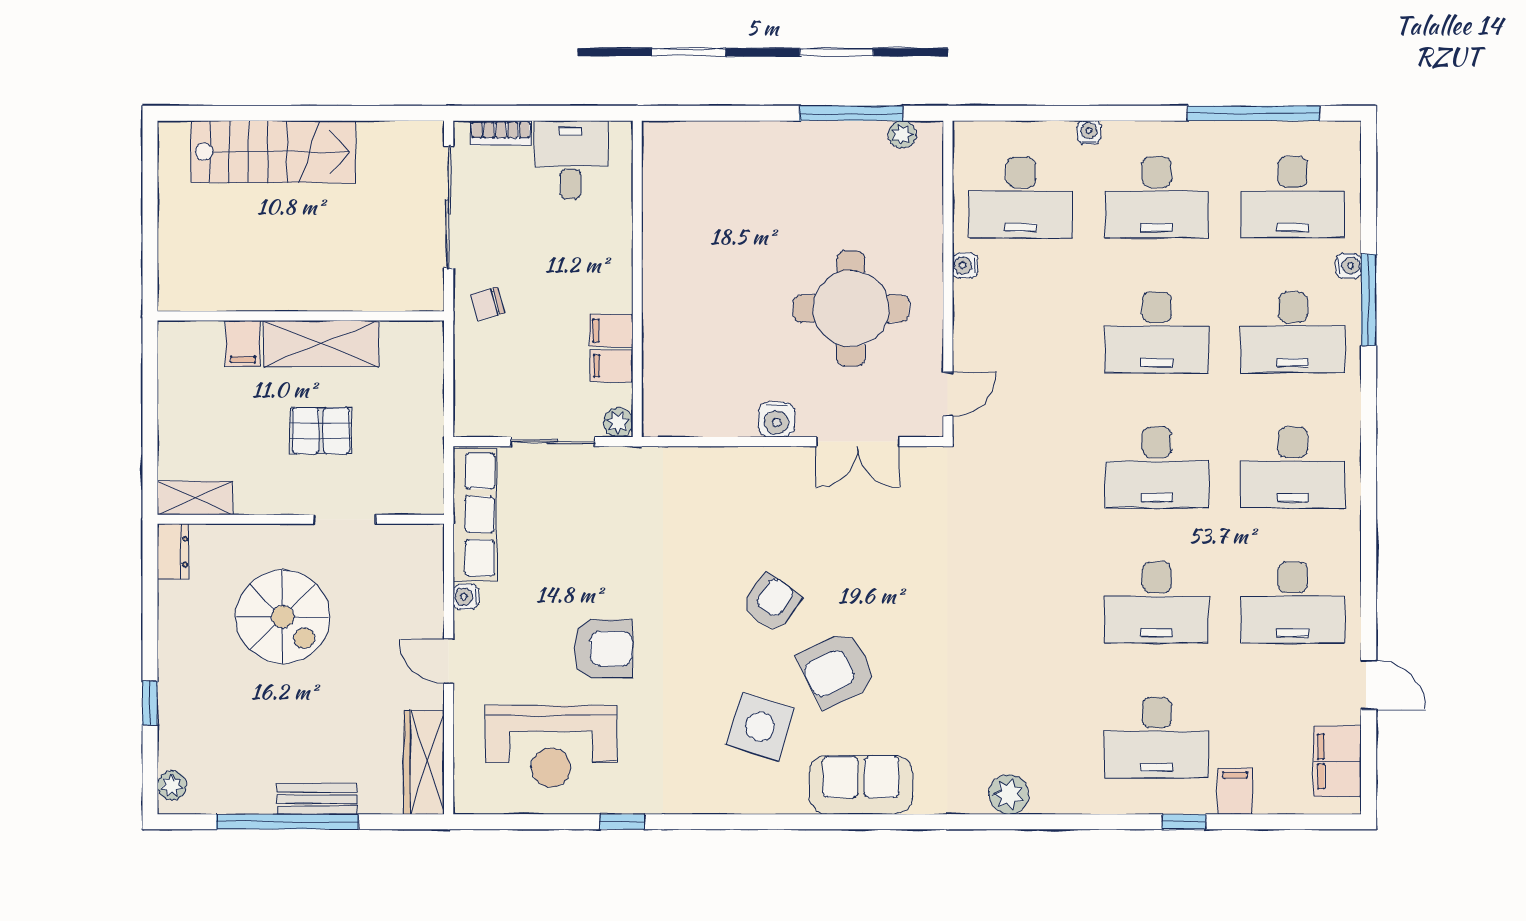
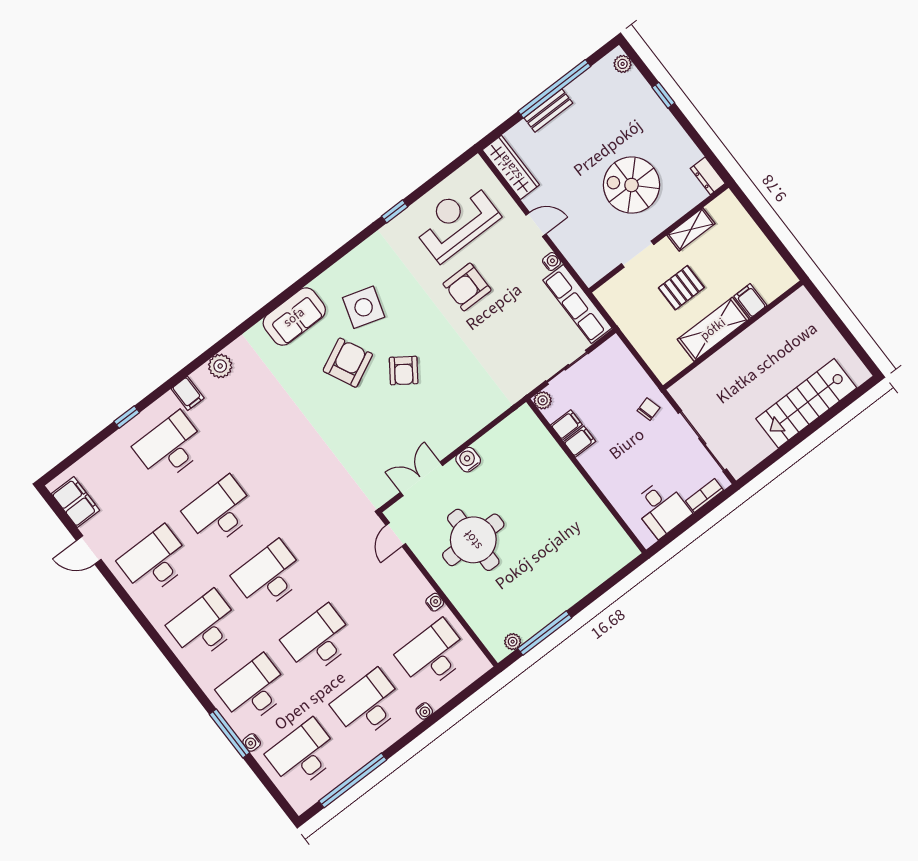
shelving: (195, 498) -> (691, 229), moved
filing cabinet: (1235, 791) -> (188, 393), moved

